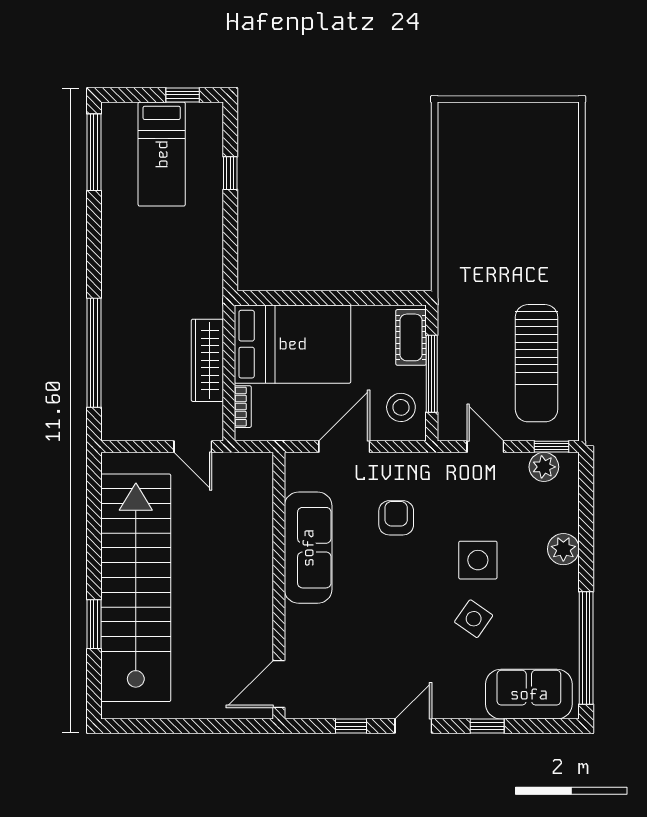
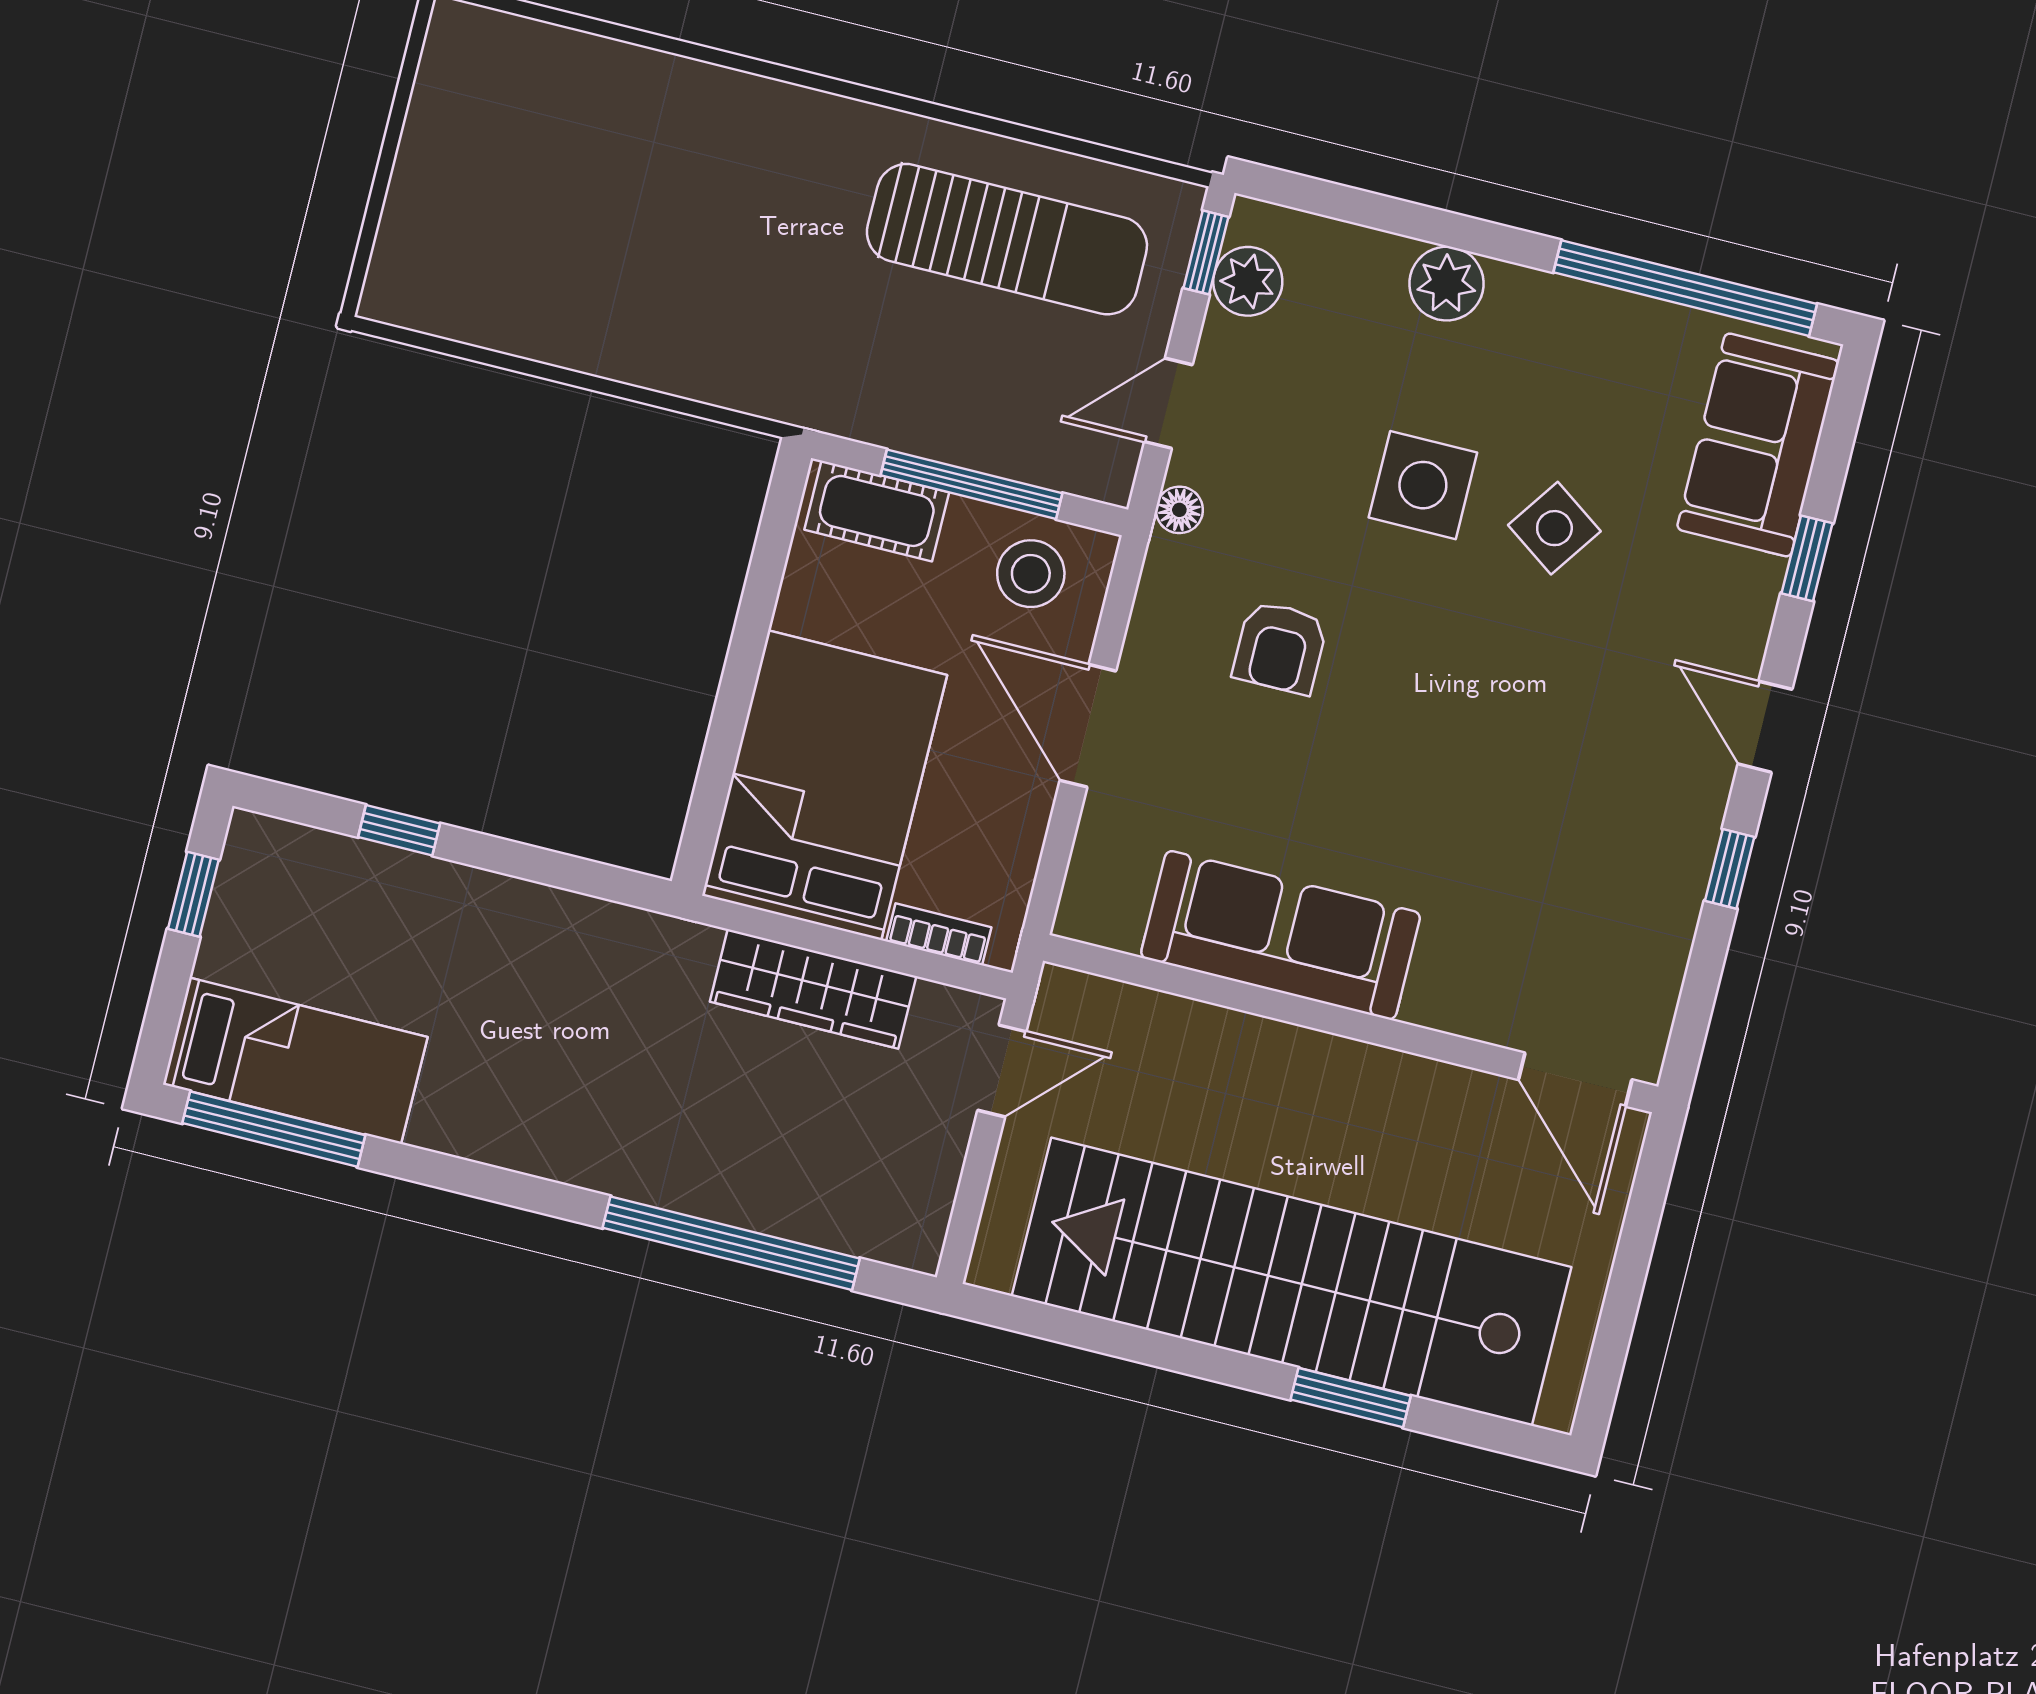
bed: (162, 154) -> (295, 1061), moved
floor lamp: (443, 462) -> (1179, 510), added
armchair: (396, 518) -> (1280, 647), turned -90
sofa: (308, 548) -> (1281, 935), moved
wall: (279, 586) -> (1351, 1024), moved
door: (279, 684) -> (1575, 1080), moved

